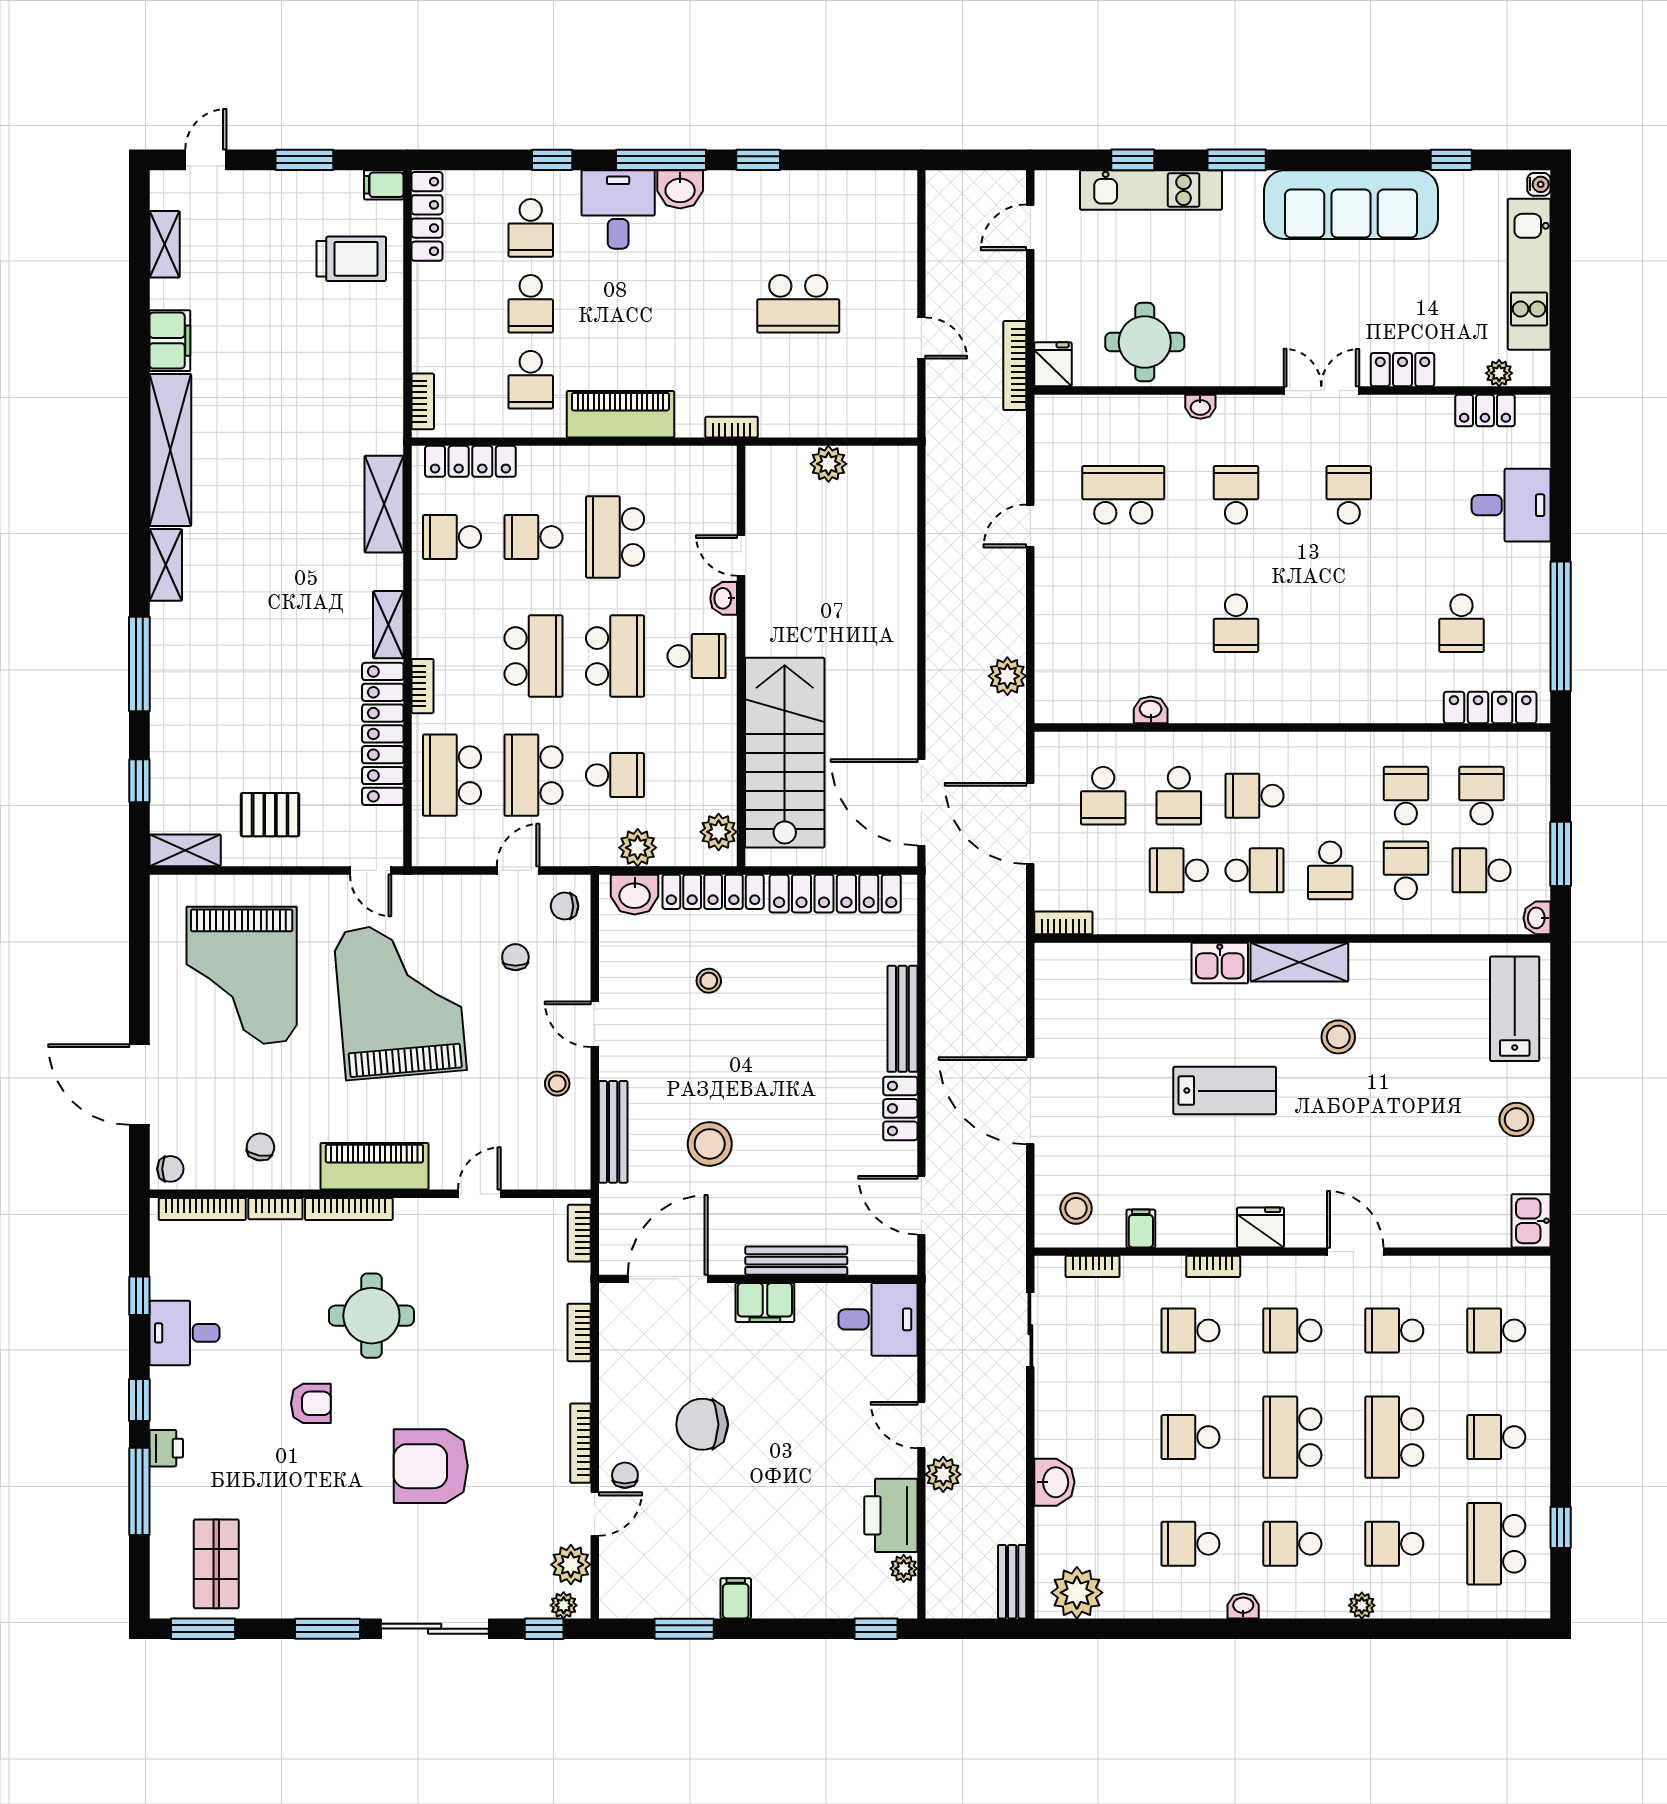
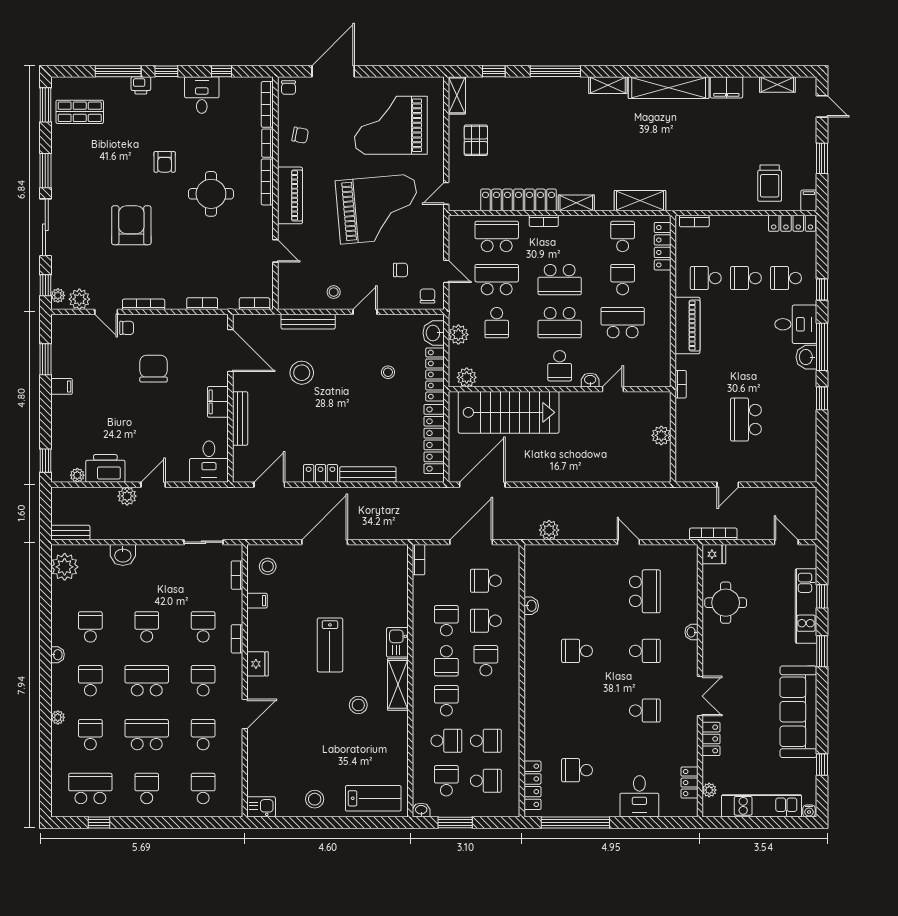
school desk: (1330, 870) -> (446, 701), turned 90

